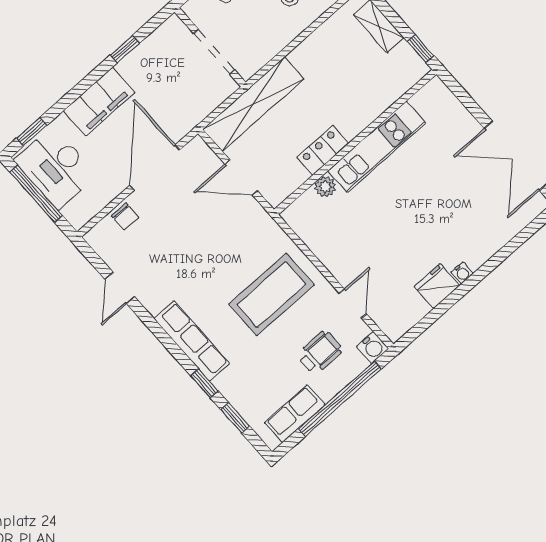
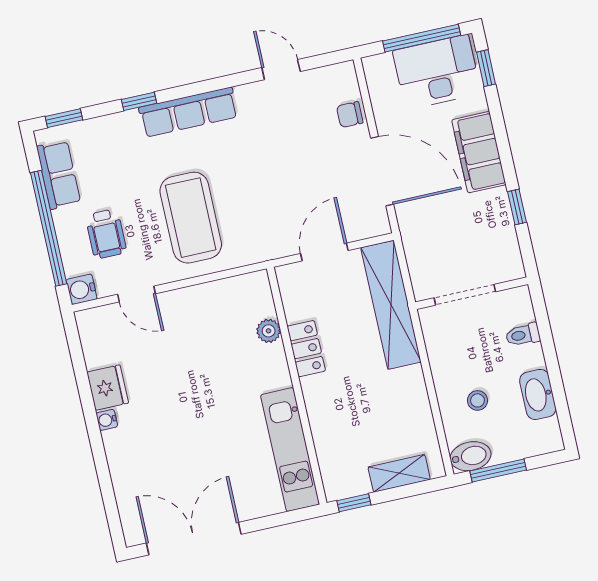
kitchen unit: (377, 147) -> (290, 450), moved
window: (235, 418) -> (64, 118), moved

